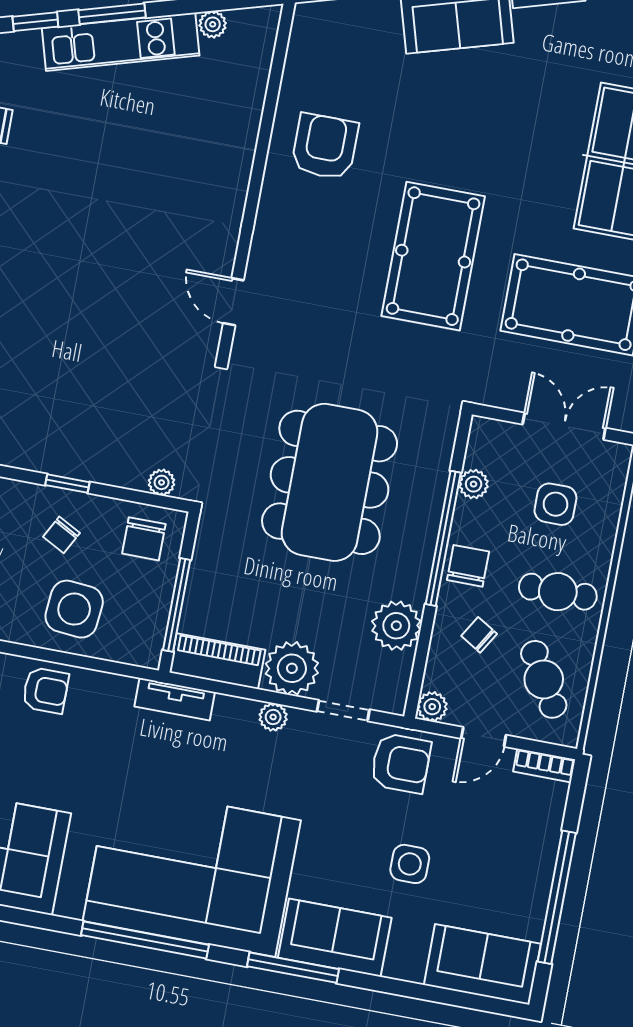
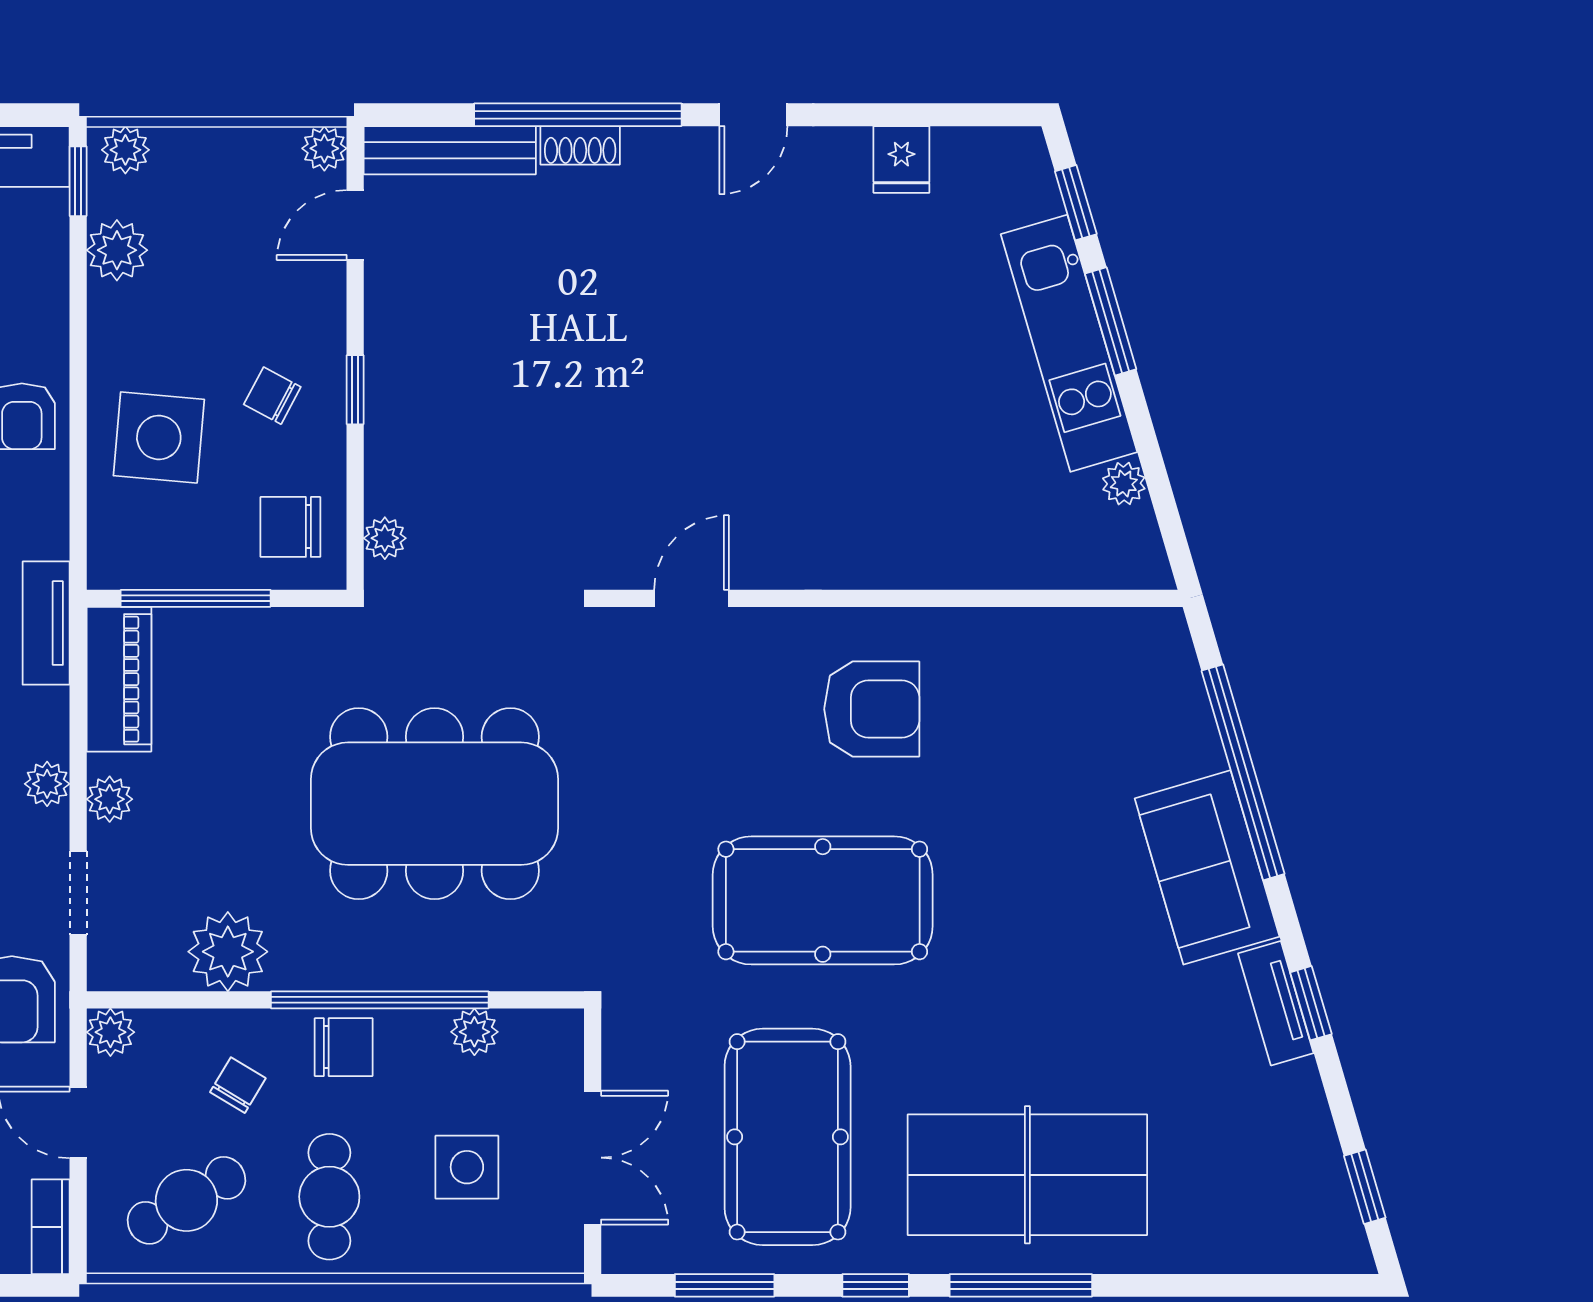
armchair: (325, 146) -> (872, 709), moved
plant: (292, 668) -> (110, 799), width x0.53, depth x0.53

